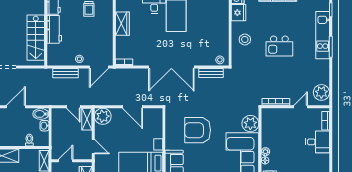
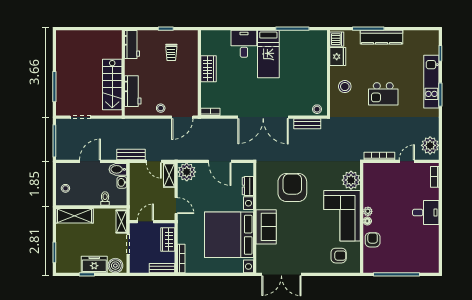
workbench: (54, 29) -> (133, 91), moved
bench: (65, 73) -> (131, 154), moved
dresser: (158, 129) -> (248, 186), added
armchair: (198, 130) -> (292, 187), turned 90
desk: (318, 142) -> (426, 213), moved

